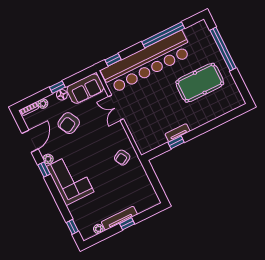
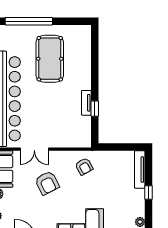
armchair: (69, 123) -> (47, 183), moved
tv unit: (119, 218) -> (140, 170), moved

